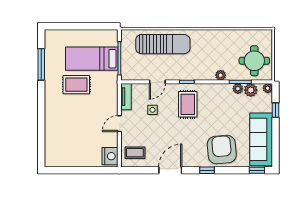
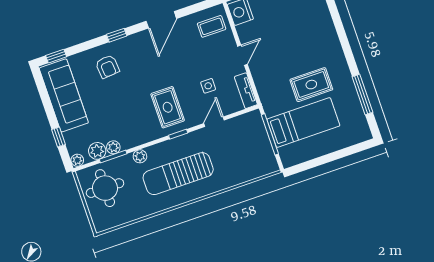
sun lounger: (163, 44) -> (178, 174), moved
armchair: (222, 150) -> (107, 67), width x0.53, depth x0.53

